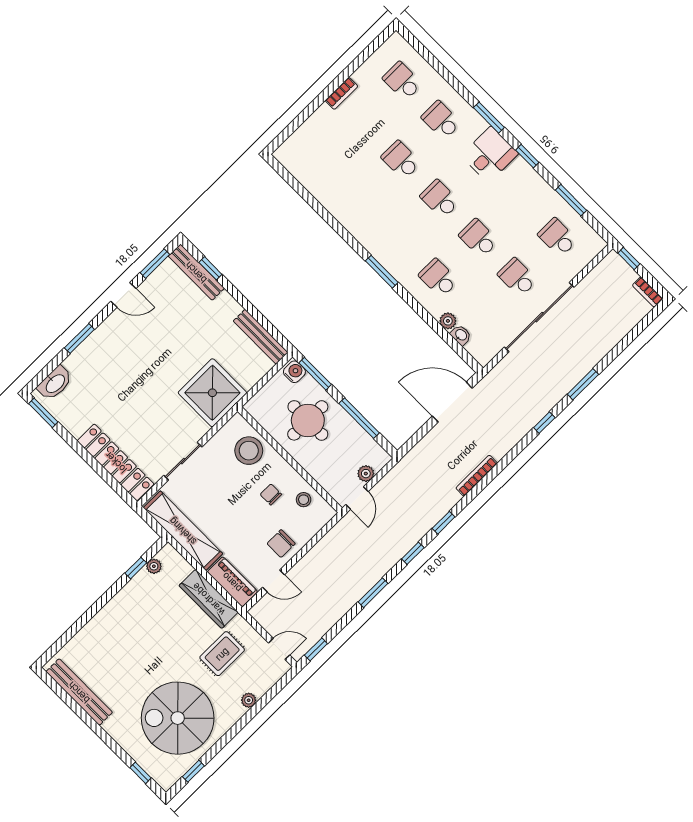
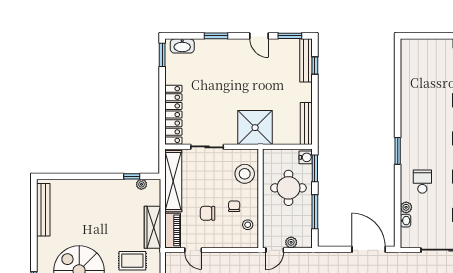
chair: (281, 544) -> (208, 213), moved

